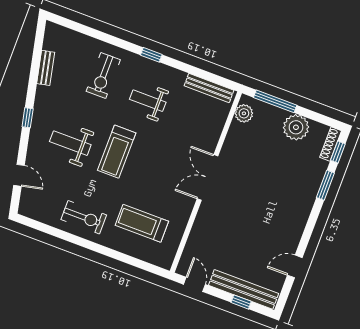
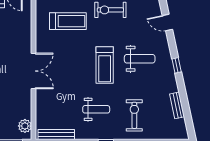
treadmill: (117, 152) -> (105, 65), turned 180

